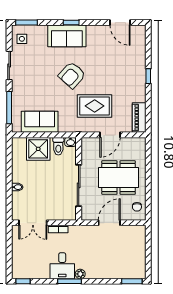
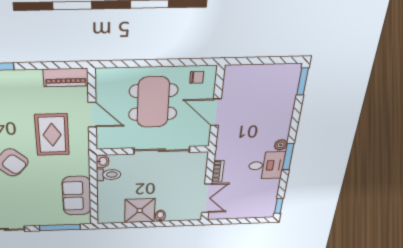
shower: (38, 149) -> (140, 211), moved

